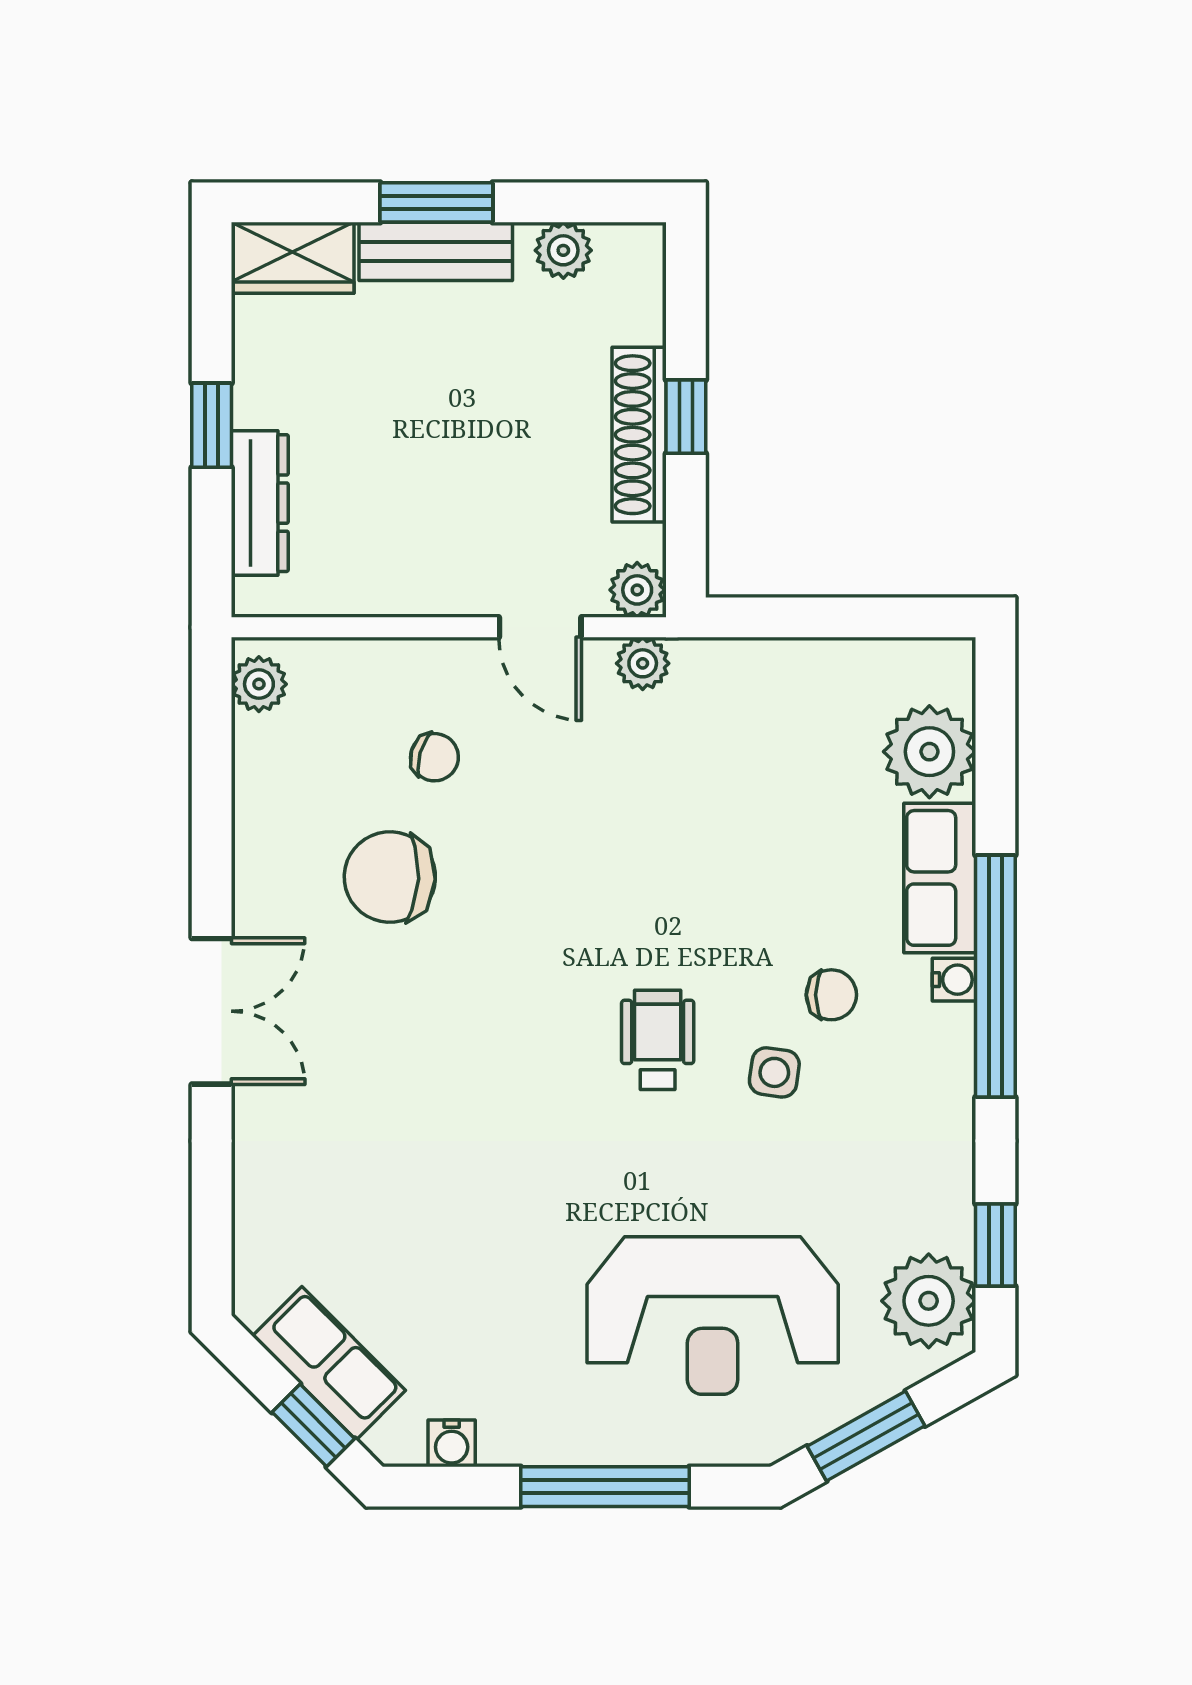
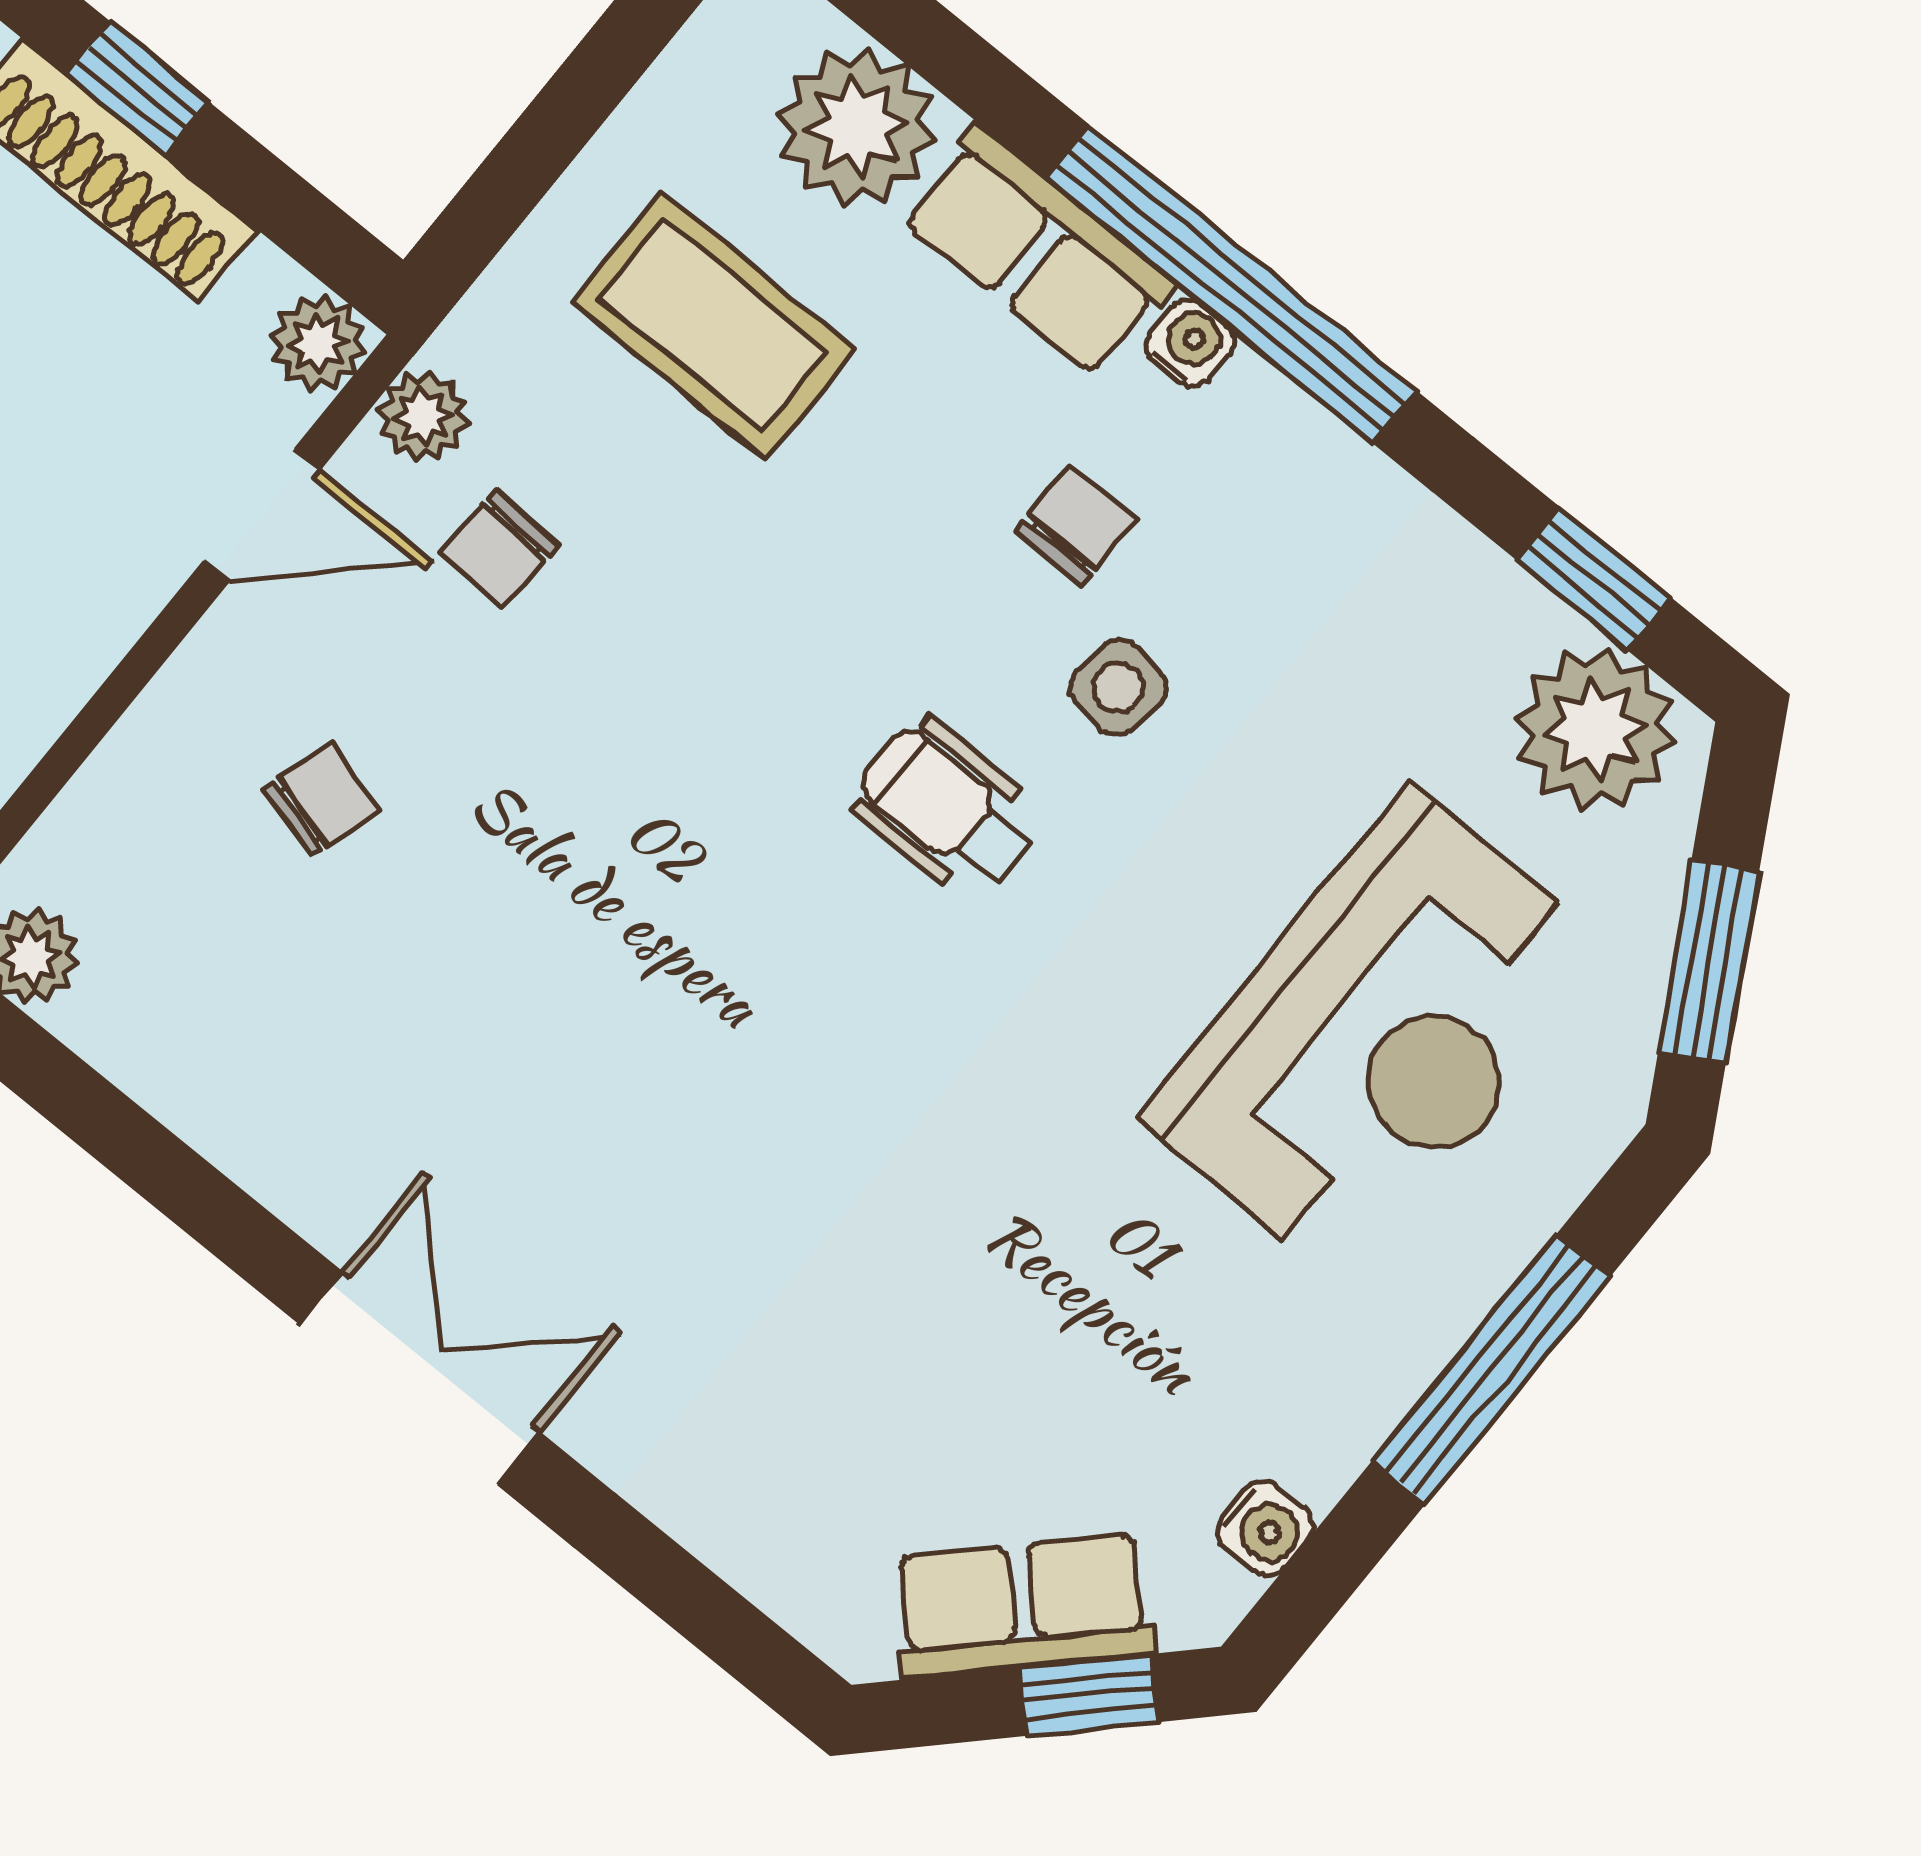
coffee table: (789, 760) -> (713, 325), added
chair: (390, 877) -> (499, 549), moved, width x0.54, depth x0.54

